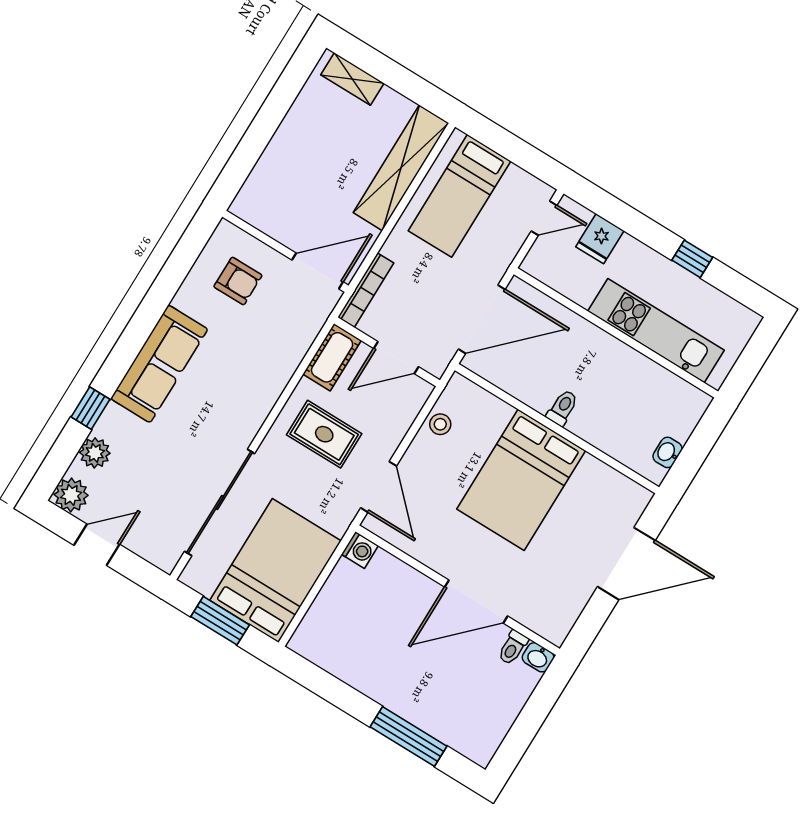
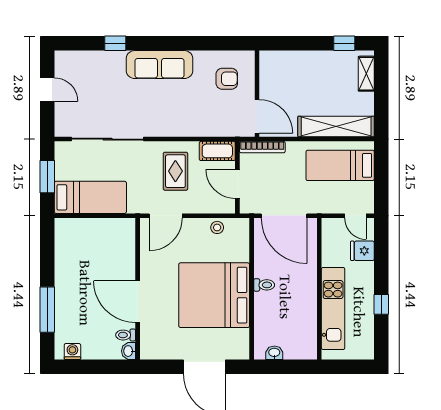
window: (290, 84) -> (344, 43), added
armchair: (238, 281) -> (227, 79), turned -90
plant: (95, 453) -> (94, 60), removed
bed: (521, 480) -> (214, 295), width x1.36
plant: (71, 495) -> (65, 61), removed
washing machine: (360, 550) -> (72, 351), moved, turned 180
bed: (276, 571) -> (90, 197), width x0.67

